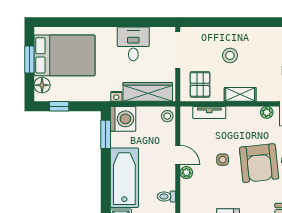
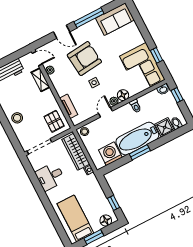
bed: (64, 55) -> (75, 218), width x0.67
stool: (230, 55) -> (17, 118), moved
pallet: (200, 84) -> (54, 121), turned 90
shelving: (240, 94) -> (41, 80), moved
washing machine: (123, 119) -> (110, 154), moved
window: (106, 134) -> (140, 152), moved
floor lamp: (188, 188) -> (123, 95), added

